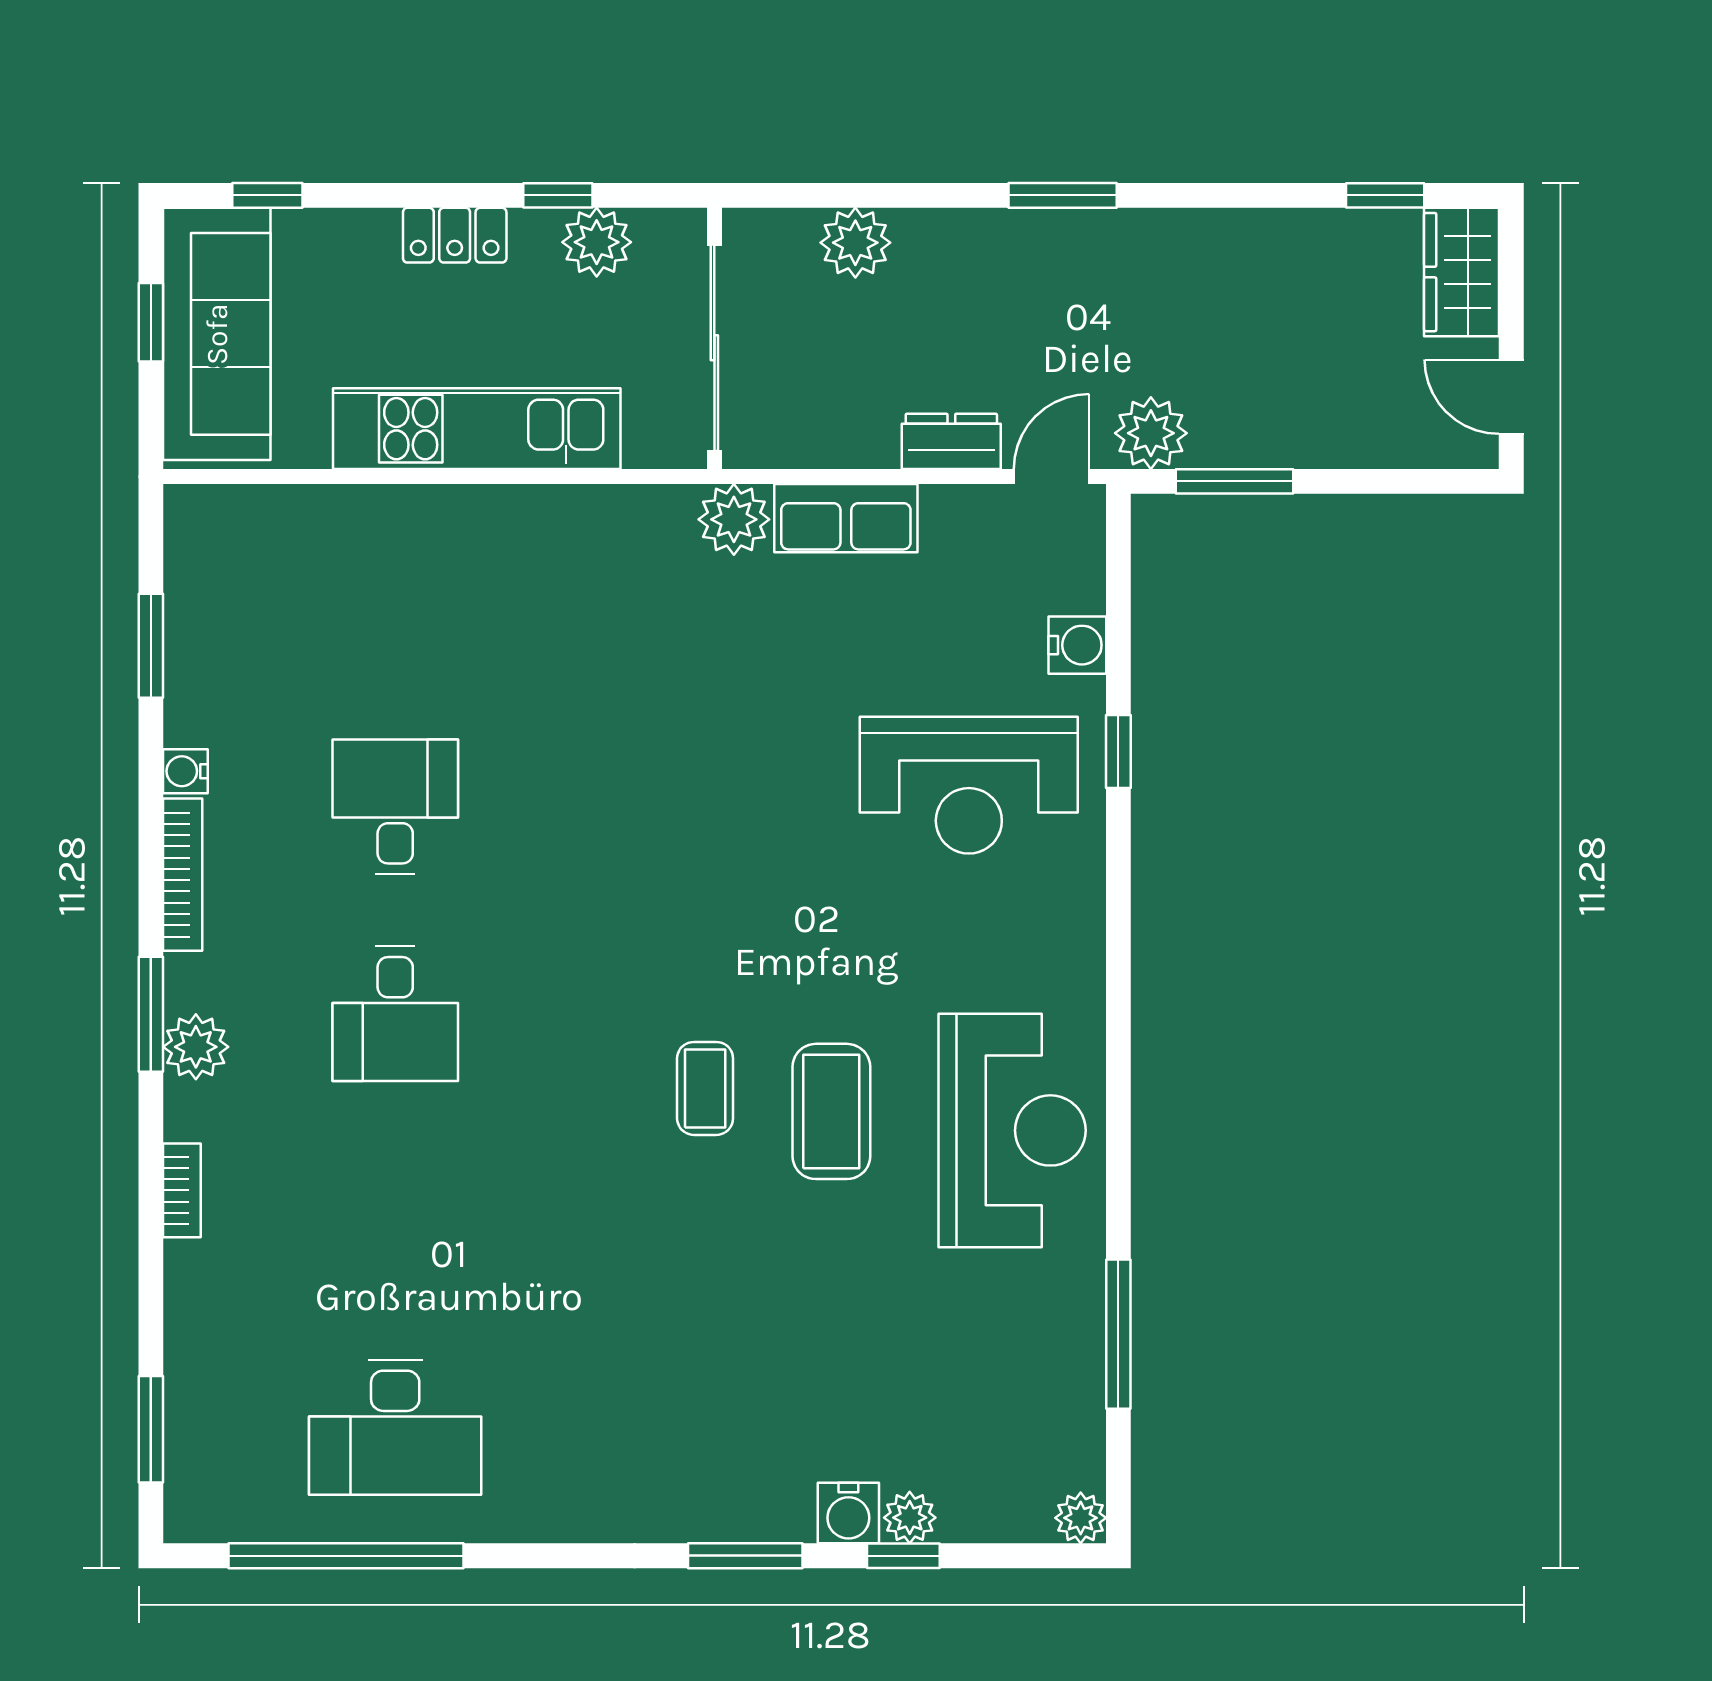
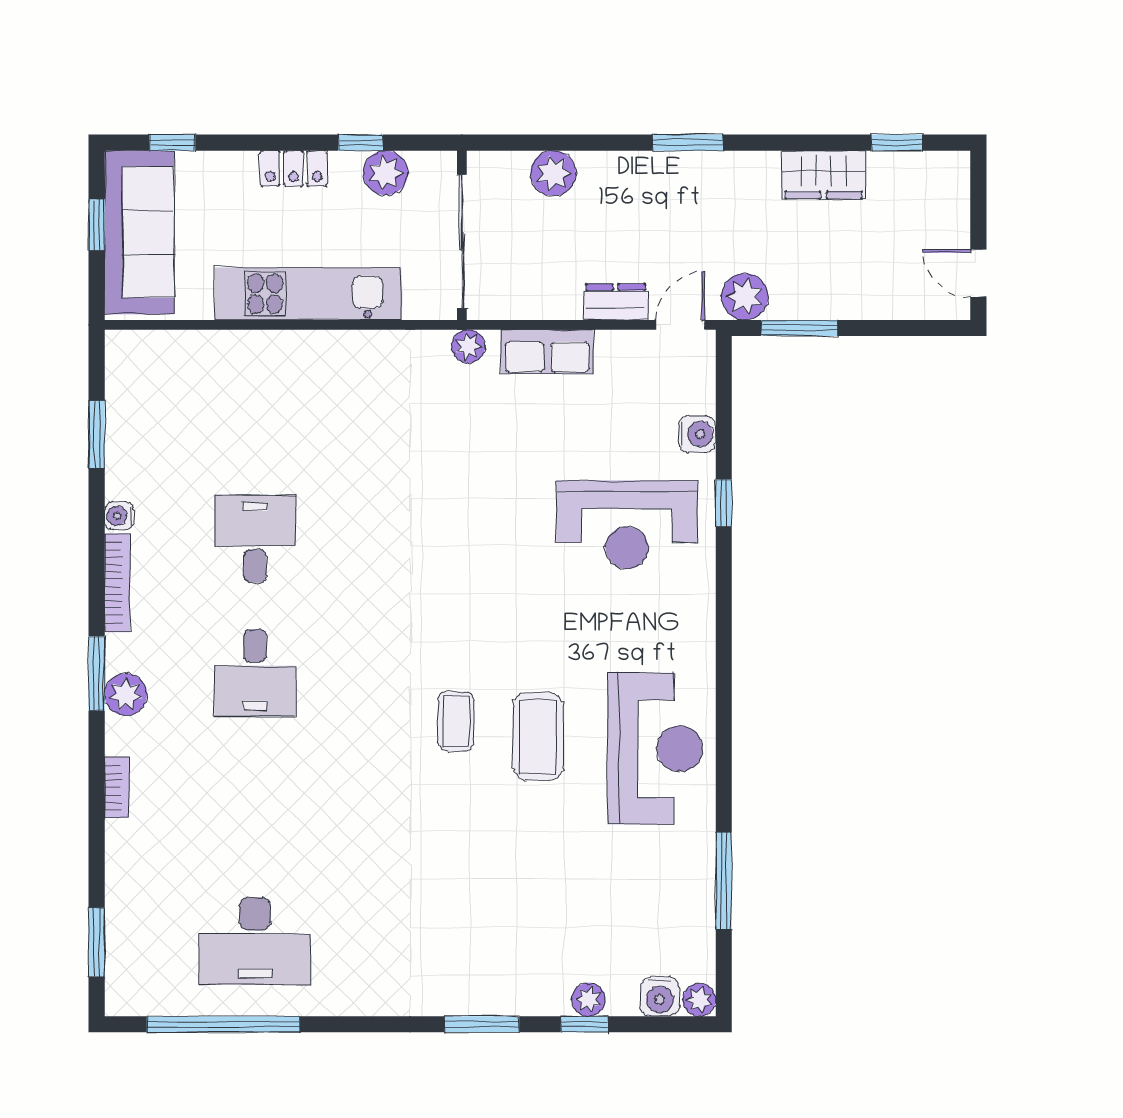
wardrobe: (1462, 272) -> (824, 175), moved, turned -90
plant: (734, 519) -> (468, 346), width x0.73, depth x0.73
water cooler: (848, 1513) -> (660, 997), moved

